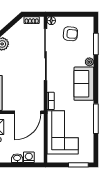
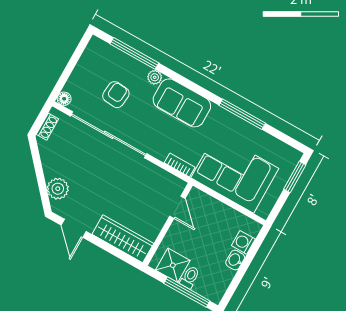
armchair: (70, 34) -> (116, 95), moved
window: (96, 44) -> (134, 53), width x1.44
door: (28, 112) -> (177, 207), width x0.53

